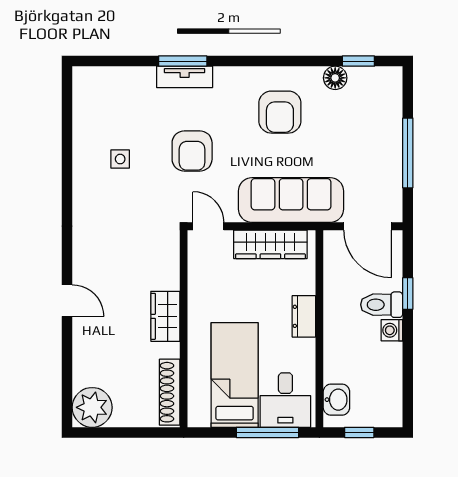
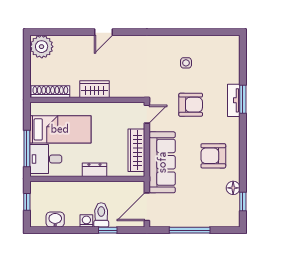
armchair: (192, 151) -> (191, 105), turned 180
washbasin: (336, 400) -> (55, 220), moved, turned 180

